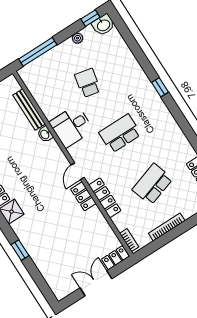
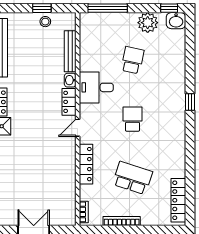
plant: (78, 38) -> (148, 23), width x1.88, depth x1.88
school desk: (120, 134) -> (133, 119), width x0.54
school desk: (152, 184) -> (133, 178), turned 36
locker: (83, 196) -> (69, 102), moved
locker: (115, 258) -> (63, 219), removed

